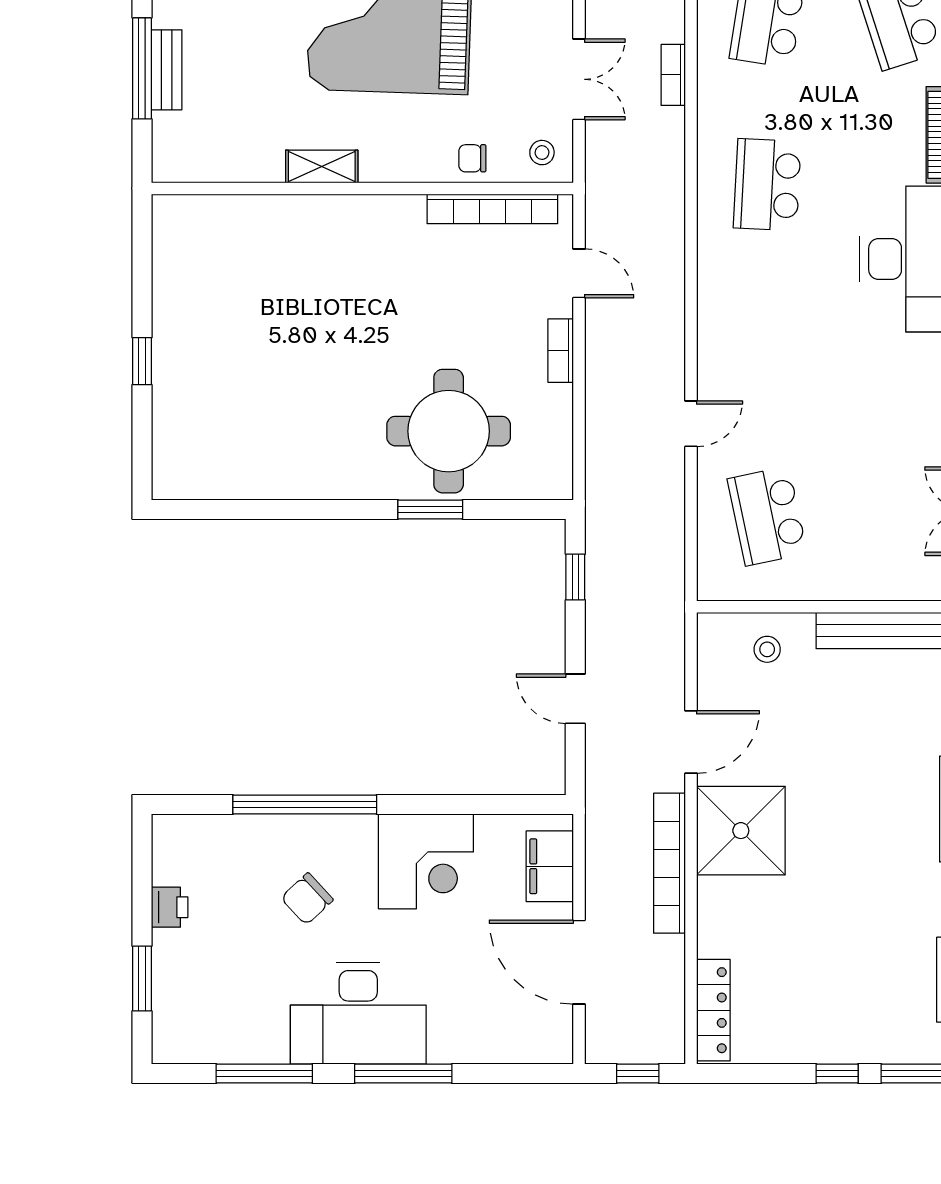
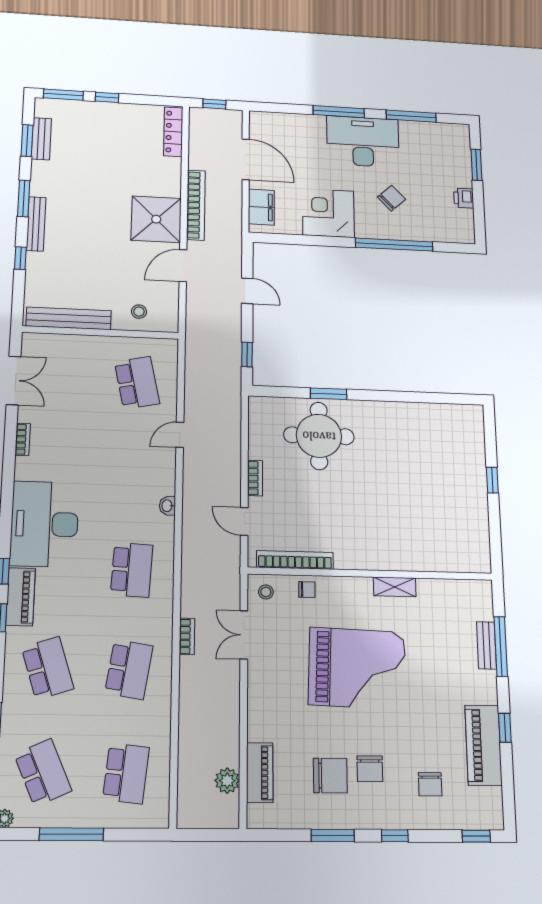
washbasin: (710, 297) -> (167, 506), added

